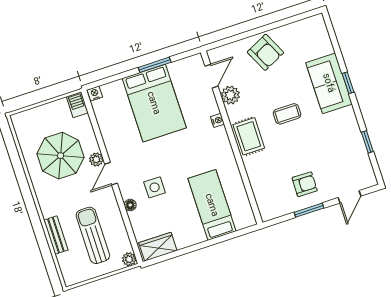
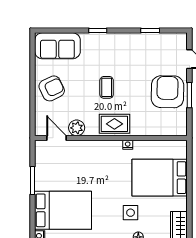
sofa: (329, 83) -> (57, 46), moved
bed: (154, 103) -> (63, 210), moved
nightstand: (217, 120) -> (128, 145), moved
armchair: (305, 184) -> (167, 92), width x1.88, depth x1.88
bed: (212, 205) -> (160, 178), width x1.50

